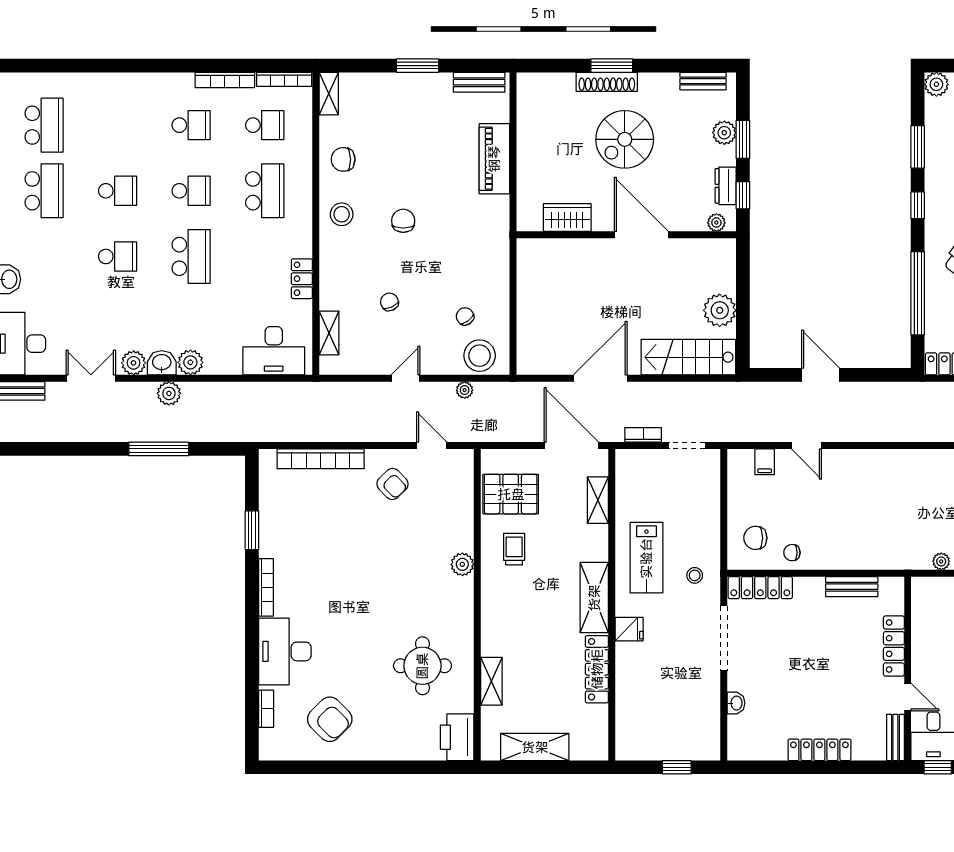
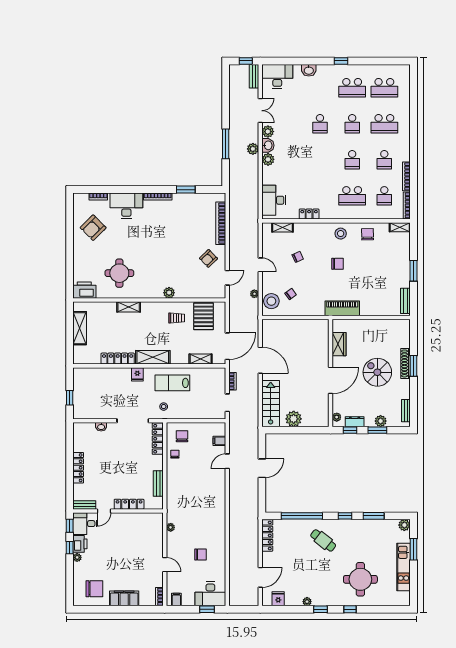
piano: (494, 159) -> (342, 308), moved
school desk: (191, 256) -> (384, 124), moved
shelving: (491, 681) -> (129, 307), moved

